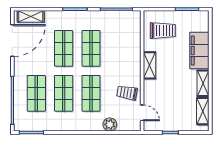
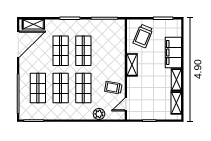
trolley: (163, 31) -> (143, 36), turned 112
door: (142, 113) -> (126, 104), swing flipped

